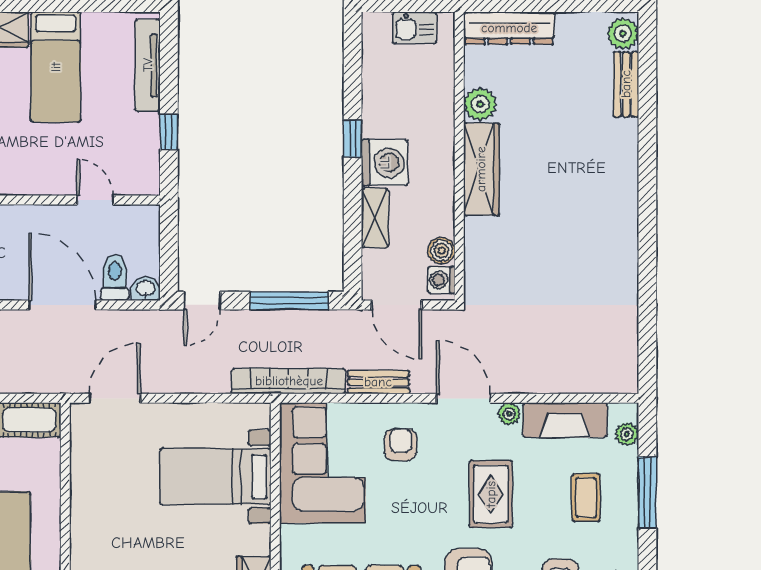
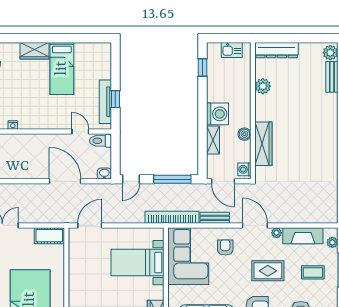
tv unit: (148, 65) -> (105, 102), moved
window: (353, 138) -> (202, 68), moved
wardrobe: (481, 169) -> (263, 144), moved
boiler: (441, 251) -> (244, 134), moved
toilet: (115, 278) -> (100, 141), moved, turned -90
rug: (491, 494) -> (268, 271), turned 90
coffee table: (586, 498) -> (313, 272), turned 90

